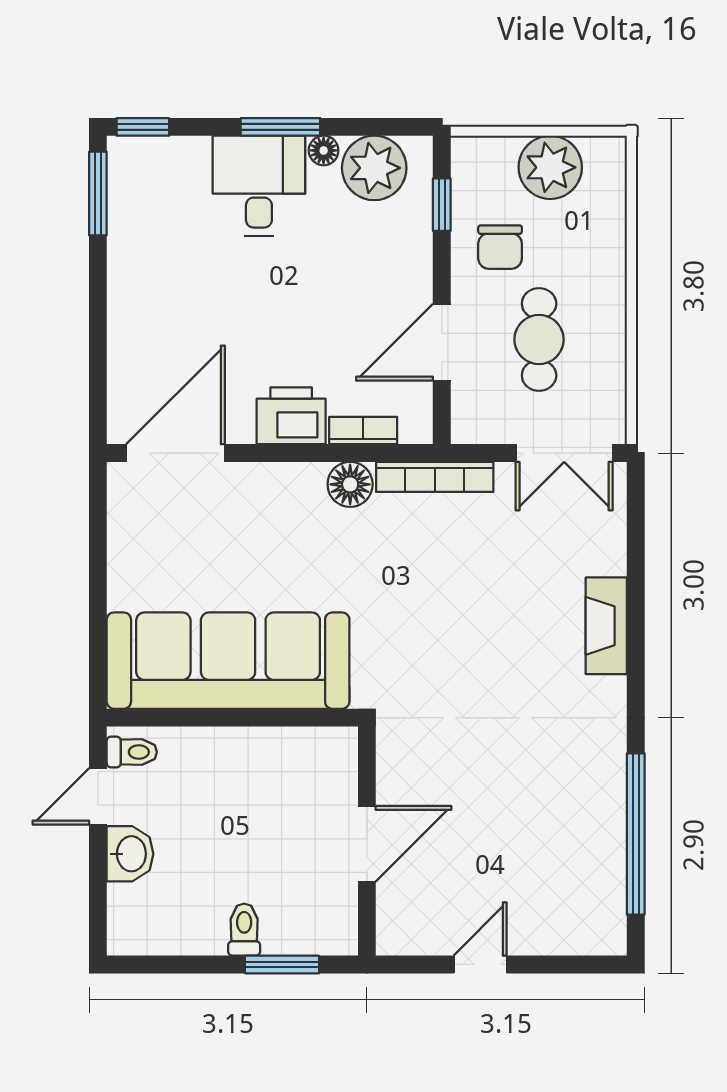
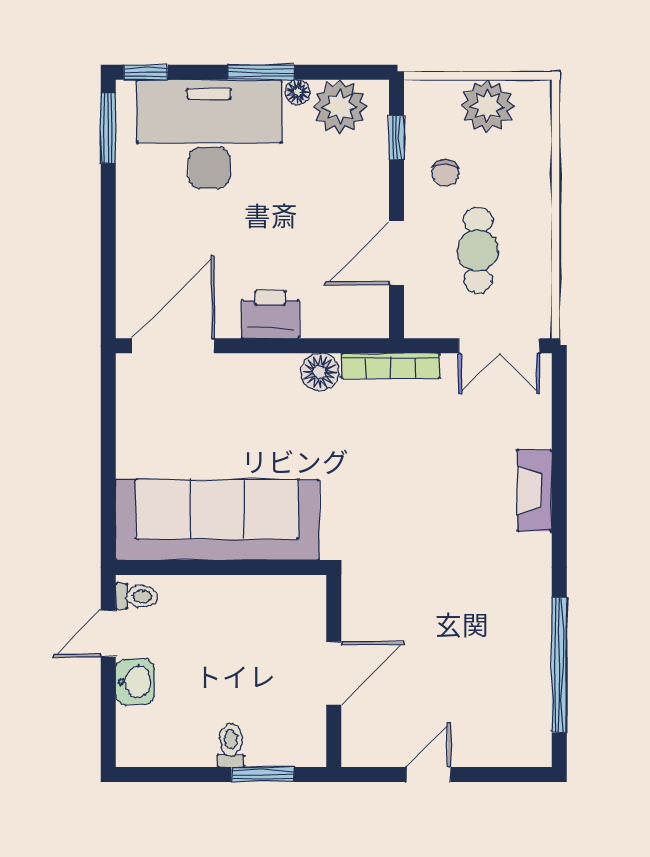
desk: (259, 186) -> (209, 134), width x1.87, depth x1.30
chair: (500, 247) -> (445, 173), width x0.73, depth x0.73
bookcase: (363, 431) -> (331, 327), removed

